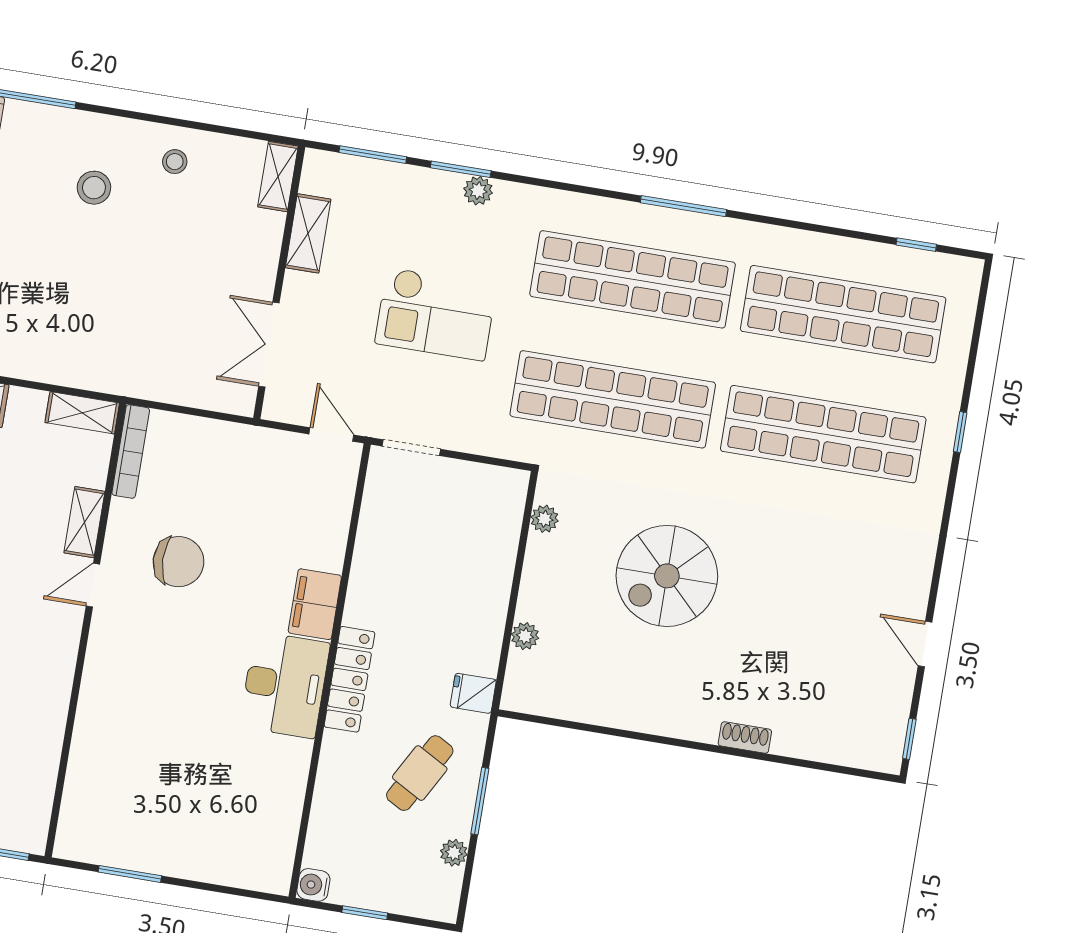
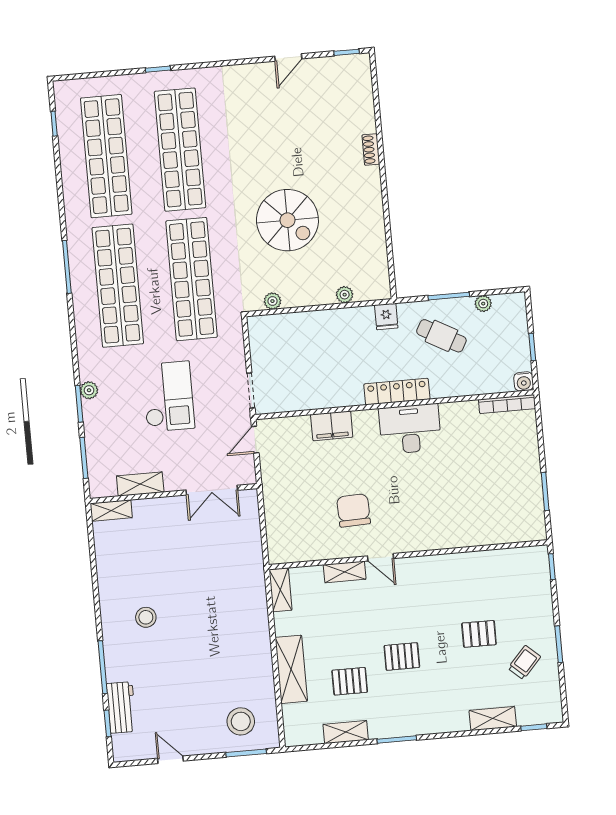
stool: (175, 162) -> (118, 574), removed
bookcase: (131, 451) -> (507, 404), moved, turned 180
filing cabinet: (315, 604) -> (332, 426), moved

